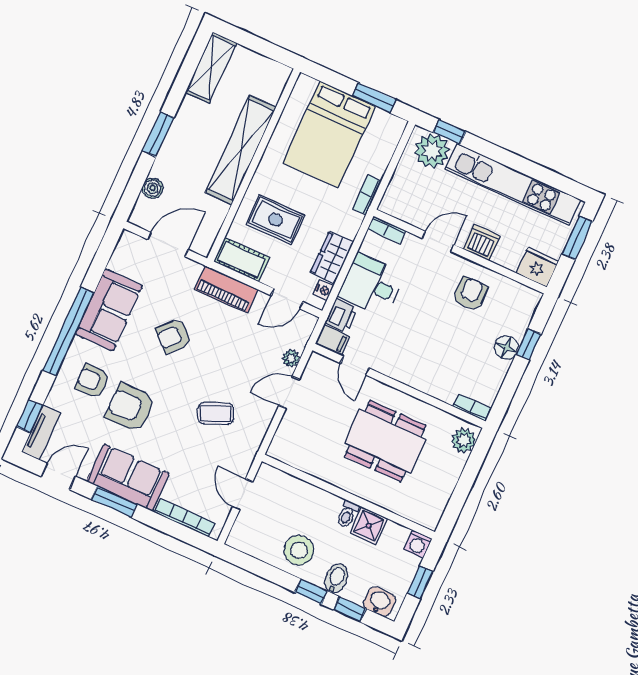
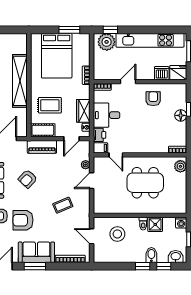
dishwasher: (481, 243) -> (162, 73), moved
stool: (299, 550) -> (117, 234), moved

